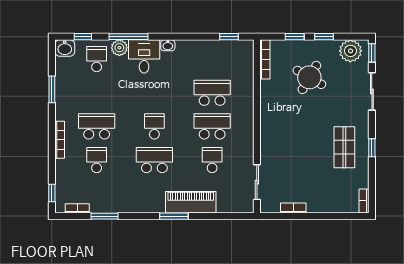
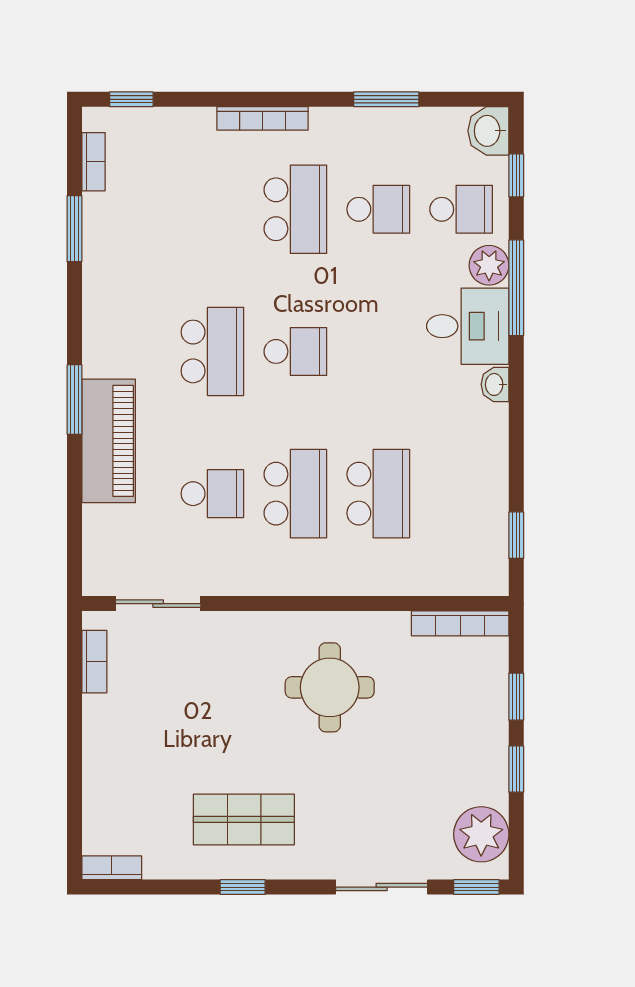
round table: (309, 77) -> (330, 687), moved, turned -30
school desk: (97, 160) -> (378, 209), moved
bookcase: (293, 208) -> (94, 662), moved

